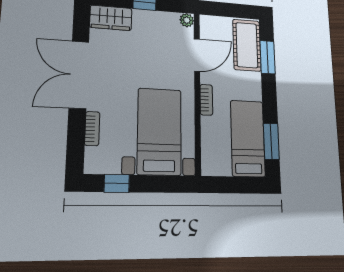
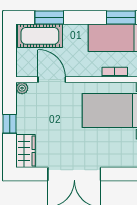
bookcase: (206, 100) -> (115, 72), moved
bookcase: (92, 129) -> (116, 162), removed

